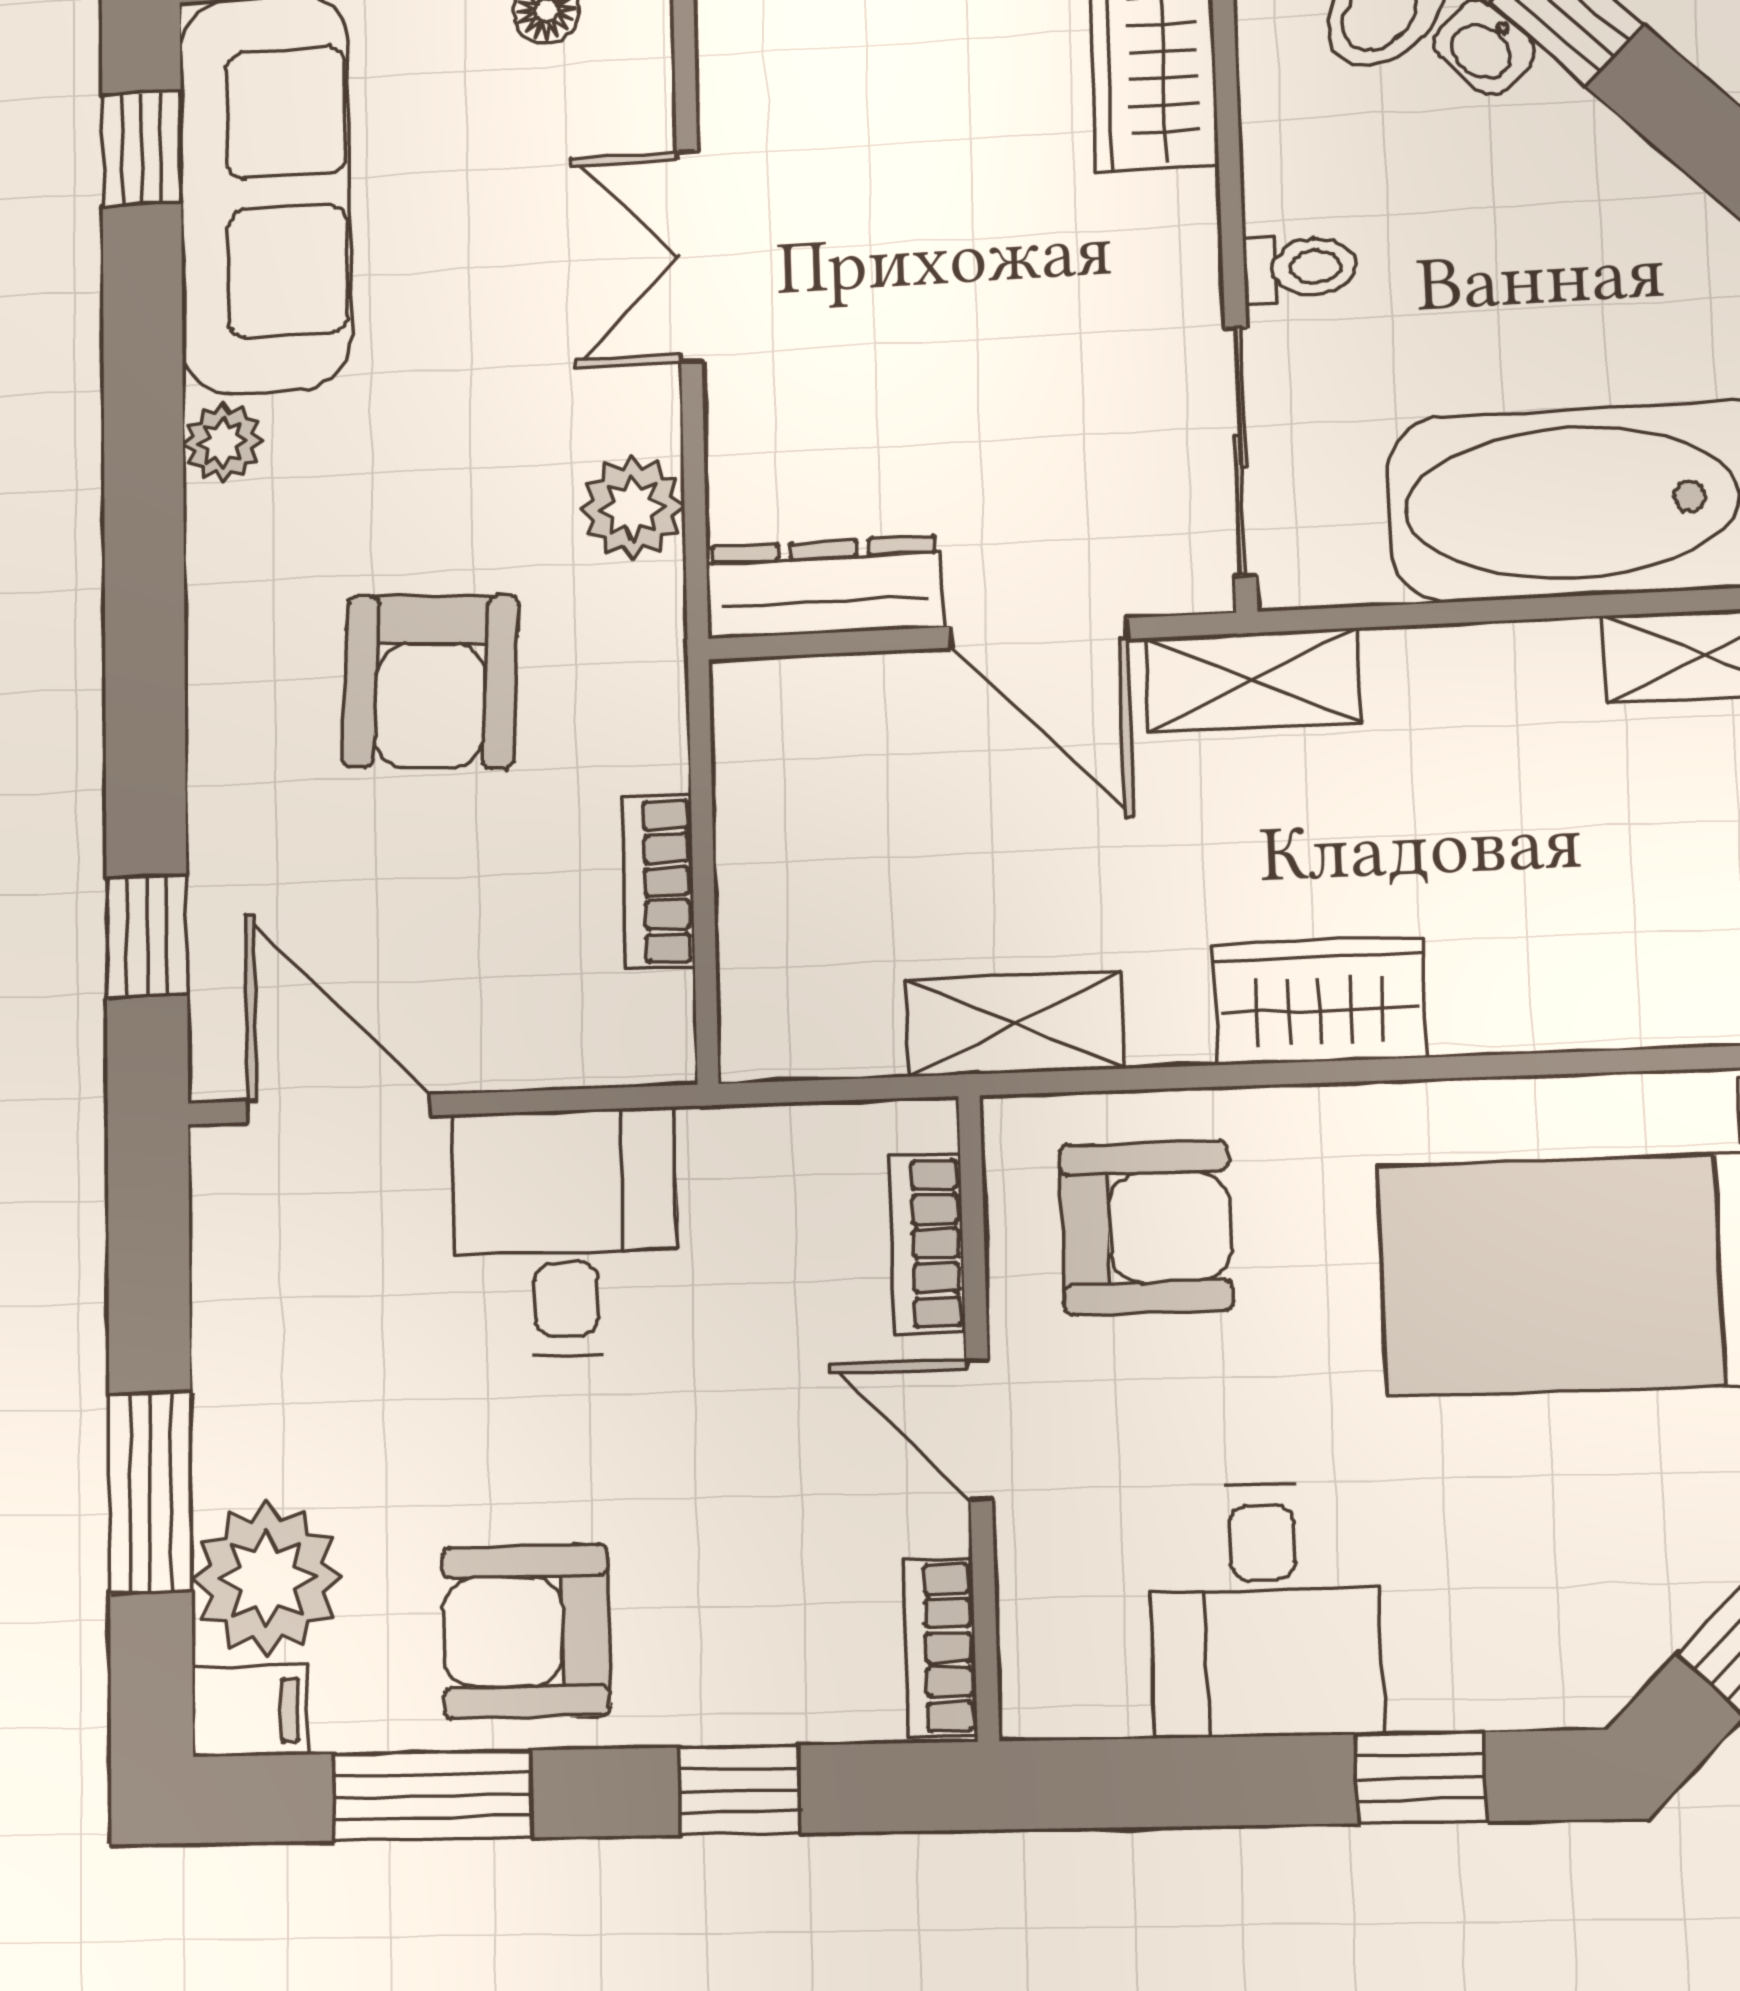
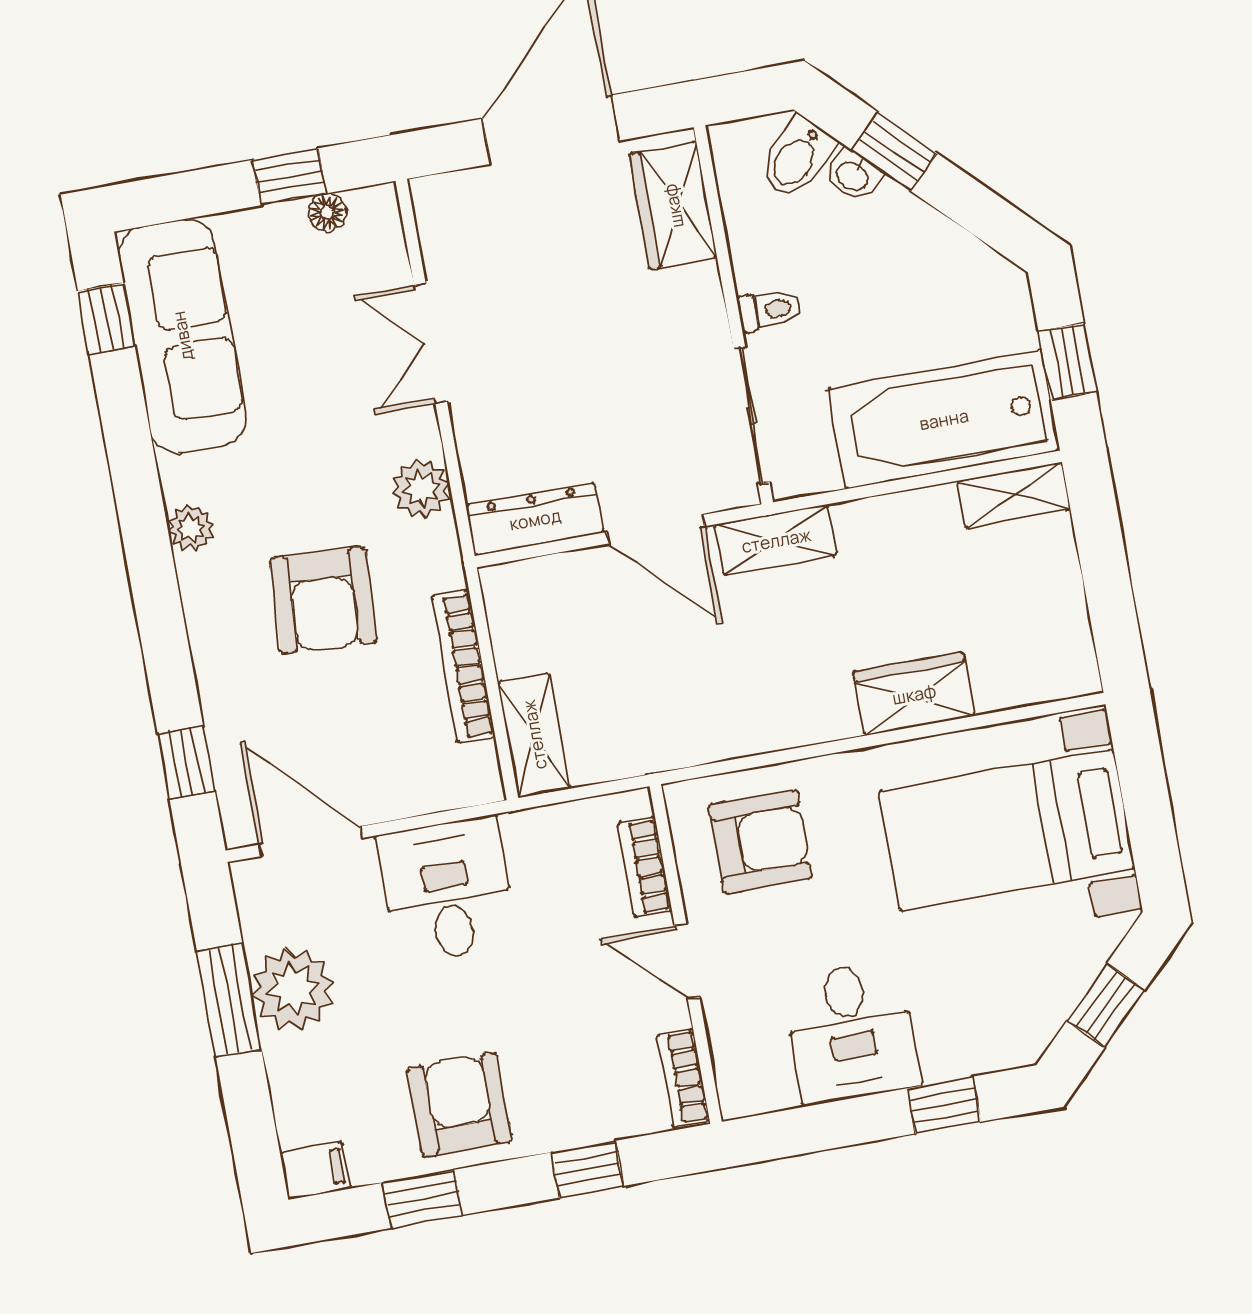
plant: (223, 442) -> (191, 528), moved
bookcase: (659, 882) -> (463, 667), width x1.56
wardrobe: (1319, 1001) -> (914, 694), moved
shelving: (1014, 1024) -> (534, 735), moved, turned 90
window: (150, 1493) -> (229, 1000), moved
plant: (267, 1579) -> (293, 989), moved
armchair: (526, 1631) -> (460, 1105), turned 90
window: (432, 1796) -> (423, 1199), width x0.67

